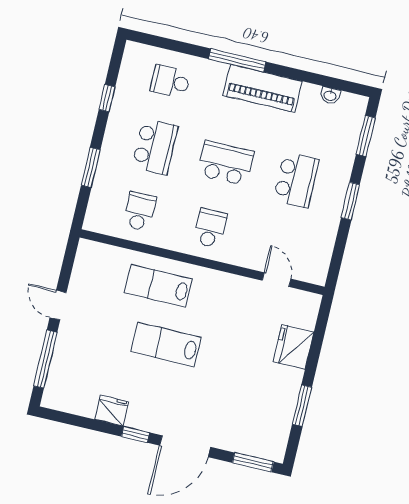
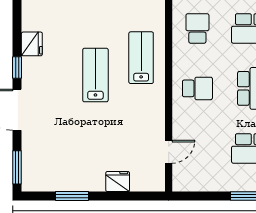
school desk: (140, 211) -> (197, 28), turned -90
fridge: (294, 347) -> (118, 182), width x0.73, depth x0.75

